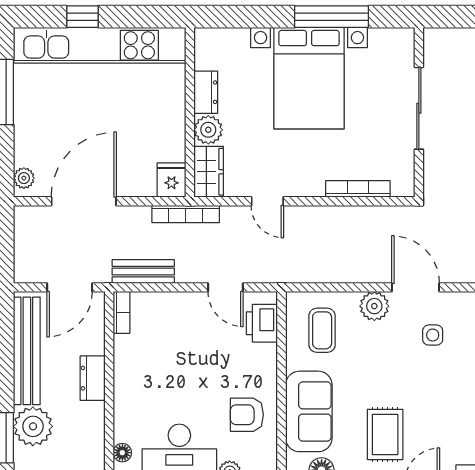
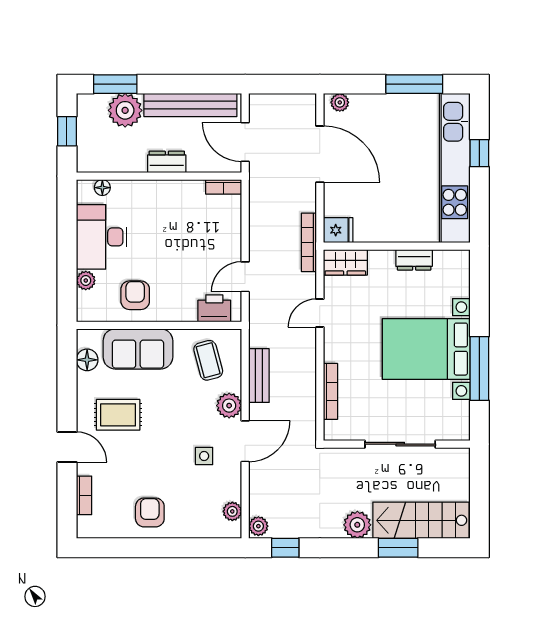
plant: (208, 130) -> (382, 262), removed
bench: (143, 272) -> (259, 376), moved
coffee table: (322, 330) -> (208, 360), turned 75

